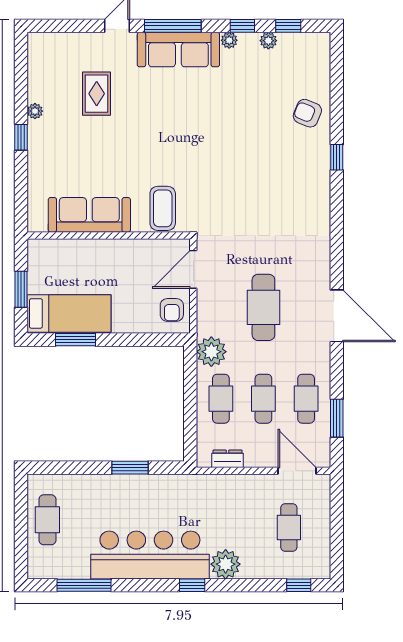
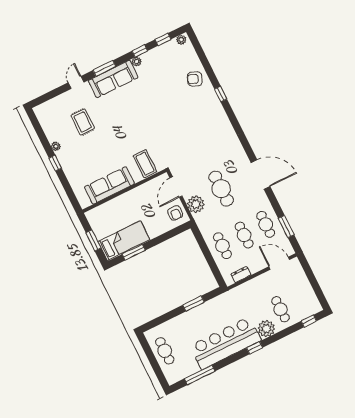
window: (173, 26) -> (104, 68), width x0.69
plant: (268, 41) -> (181, 40), moved
plant: (211, 352) -> (196, 204), moved
cafe table: (289, 527) -> (280, 309), moved

